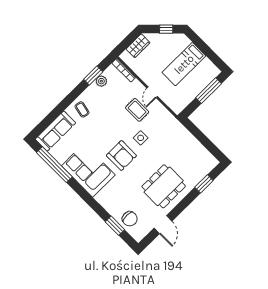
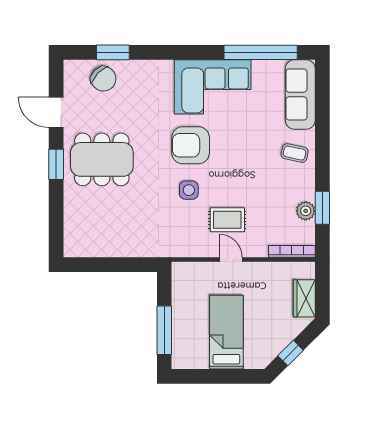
window: (204, 184) -> (56, 164), moved
dining table: (164, 186) -> (102, 159), turned 90
chair: (130, 219) -> (103, 79), turned -136

